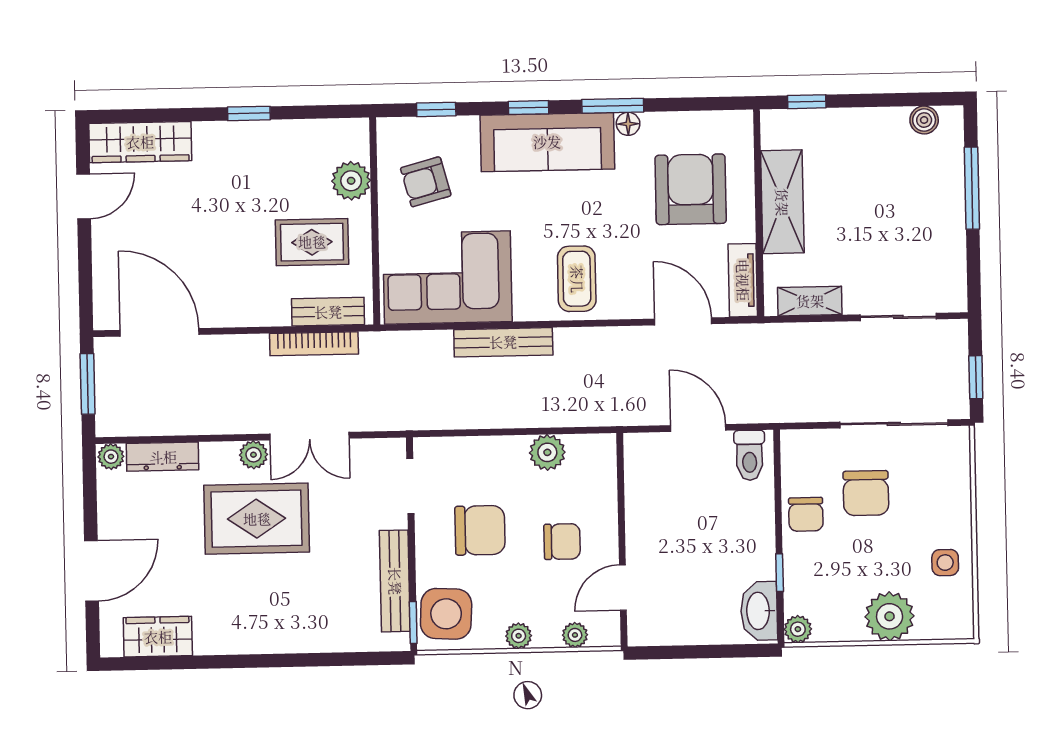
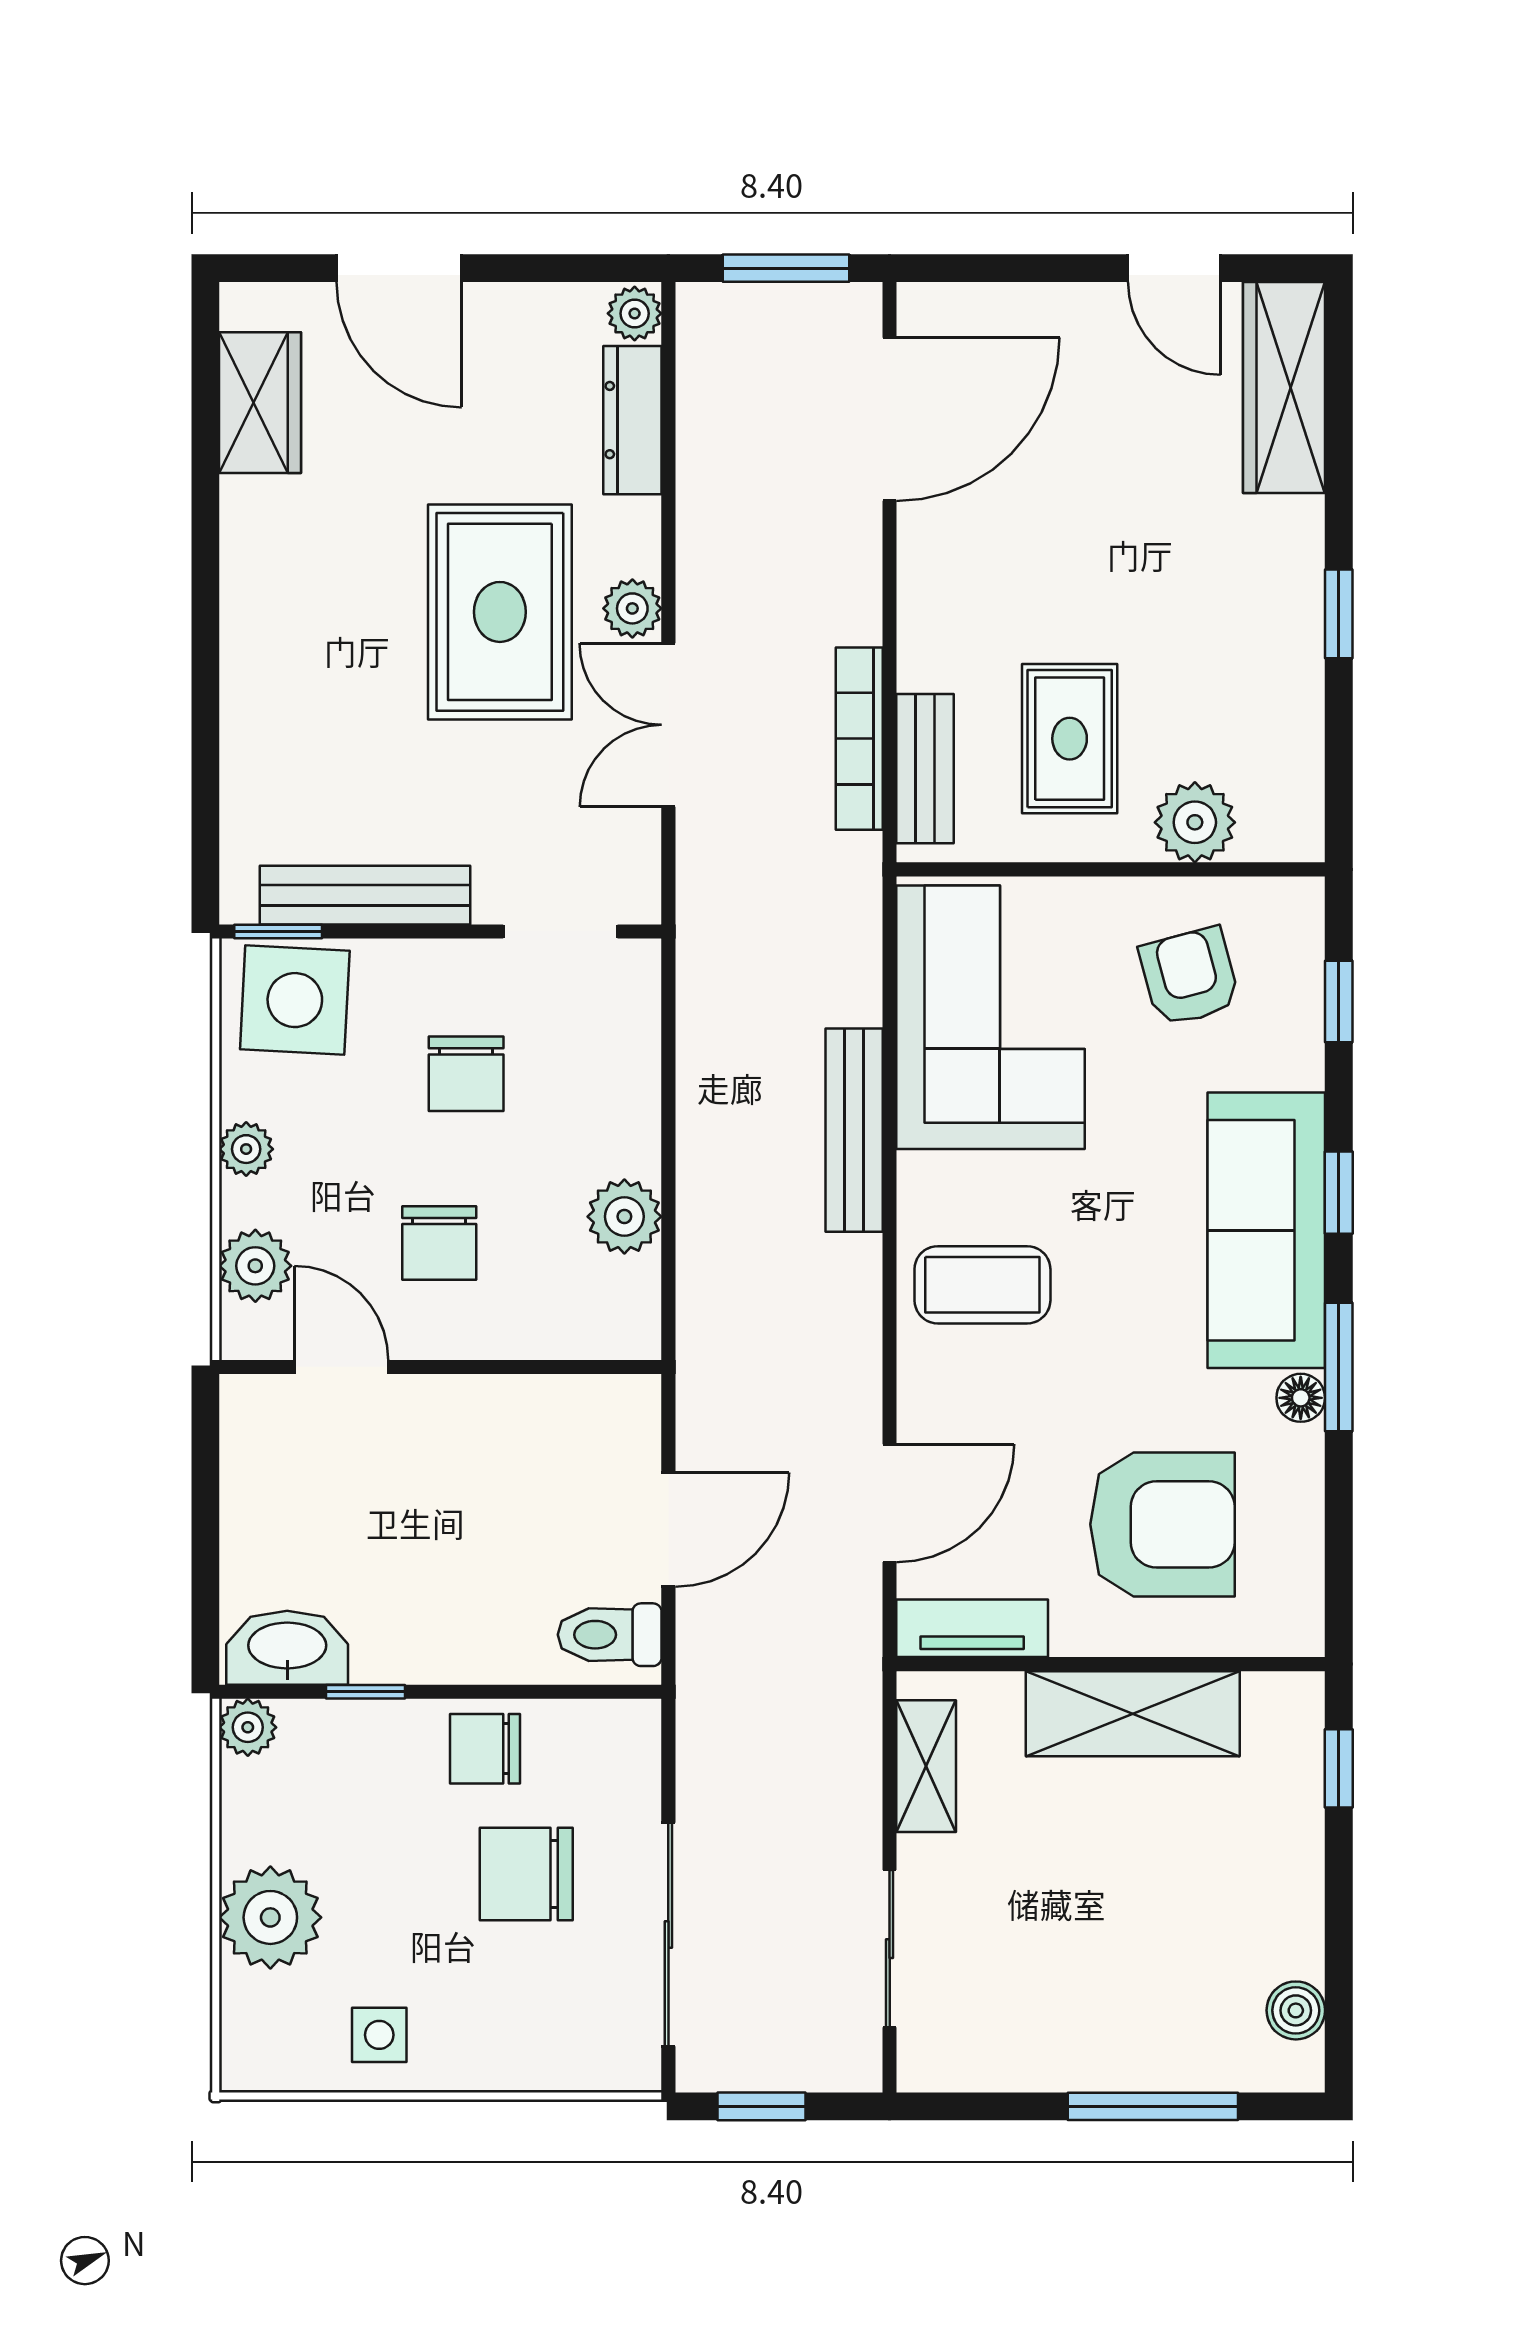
chair: (480, 530) -> (466, 1074), width x0.73, depth x0.73
plant: (575, 635) -> (255, 1266), width x1.38, depth x1.38

